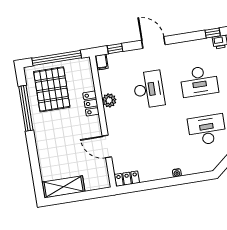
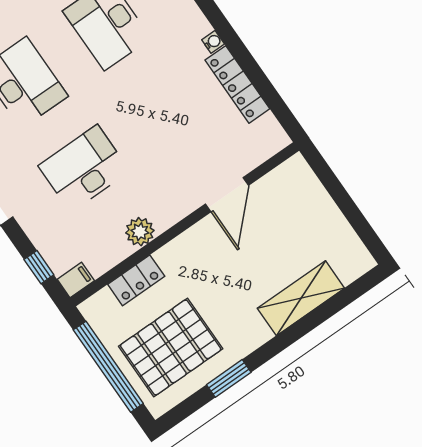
locker: (91, 104) -> (136, 280), moved
window: (26, 108) -> (229, 378), width x0.47
locker: (127, 179) -> (237, 84), moved, width x1.53
shelving: (64, 187) -> (301, 298), moved, turned 90

